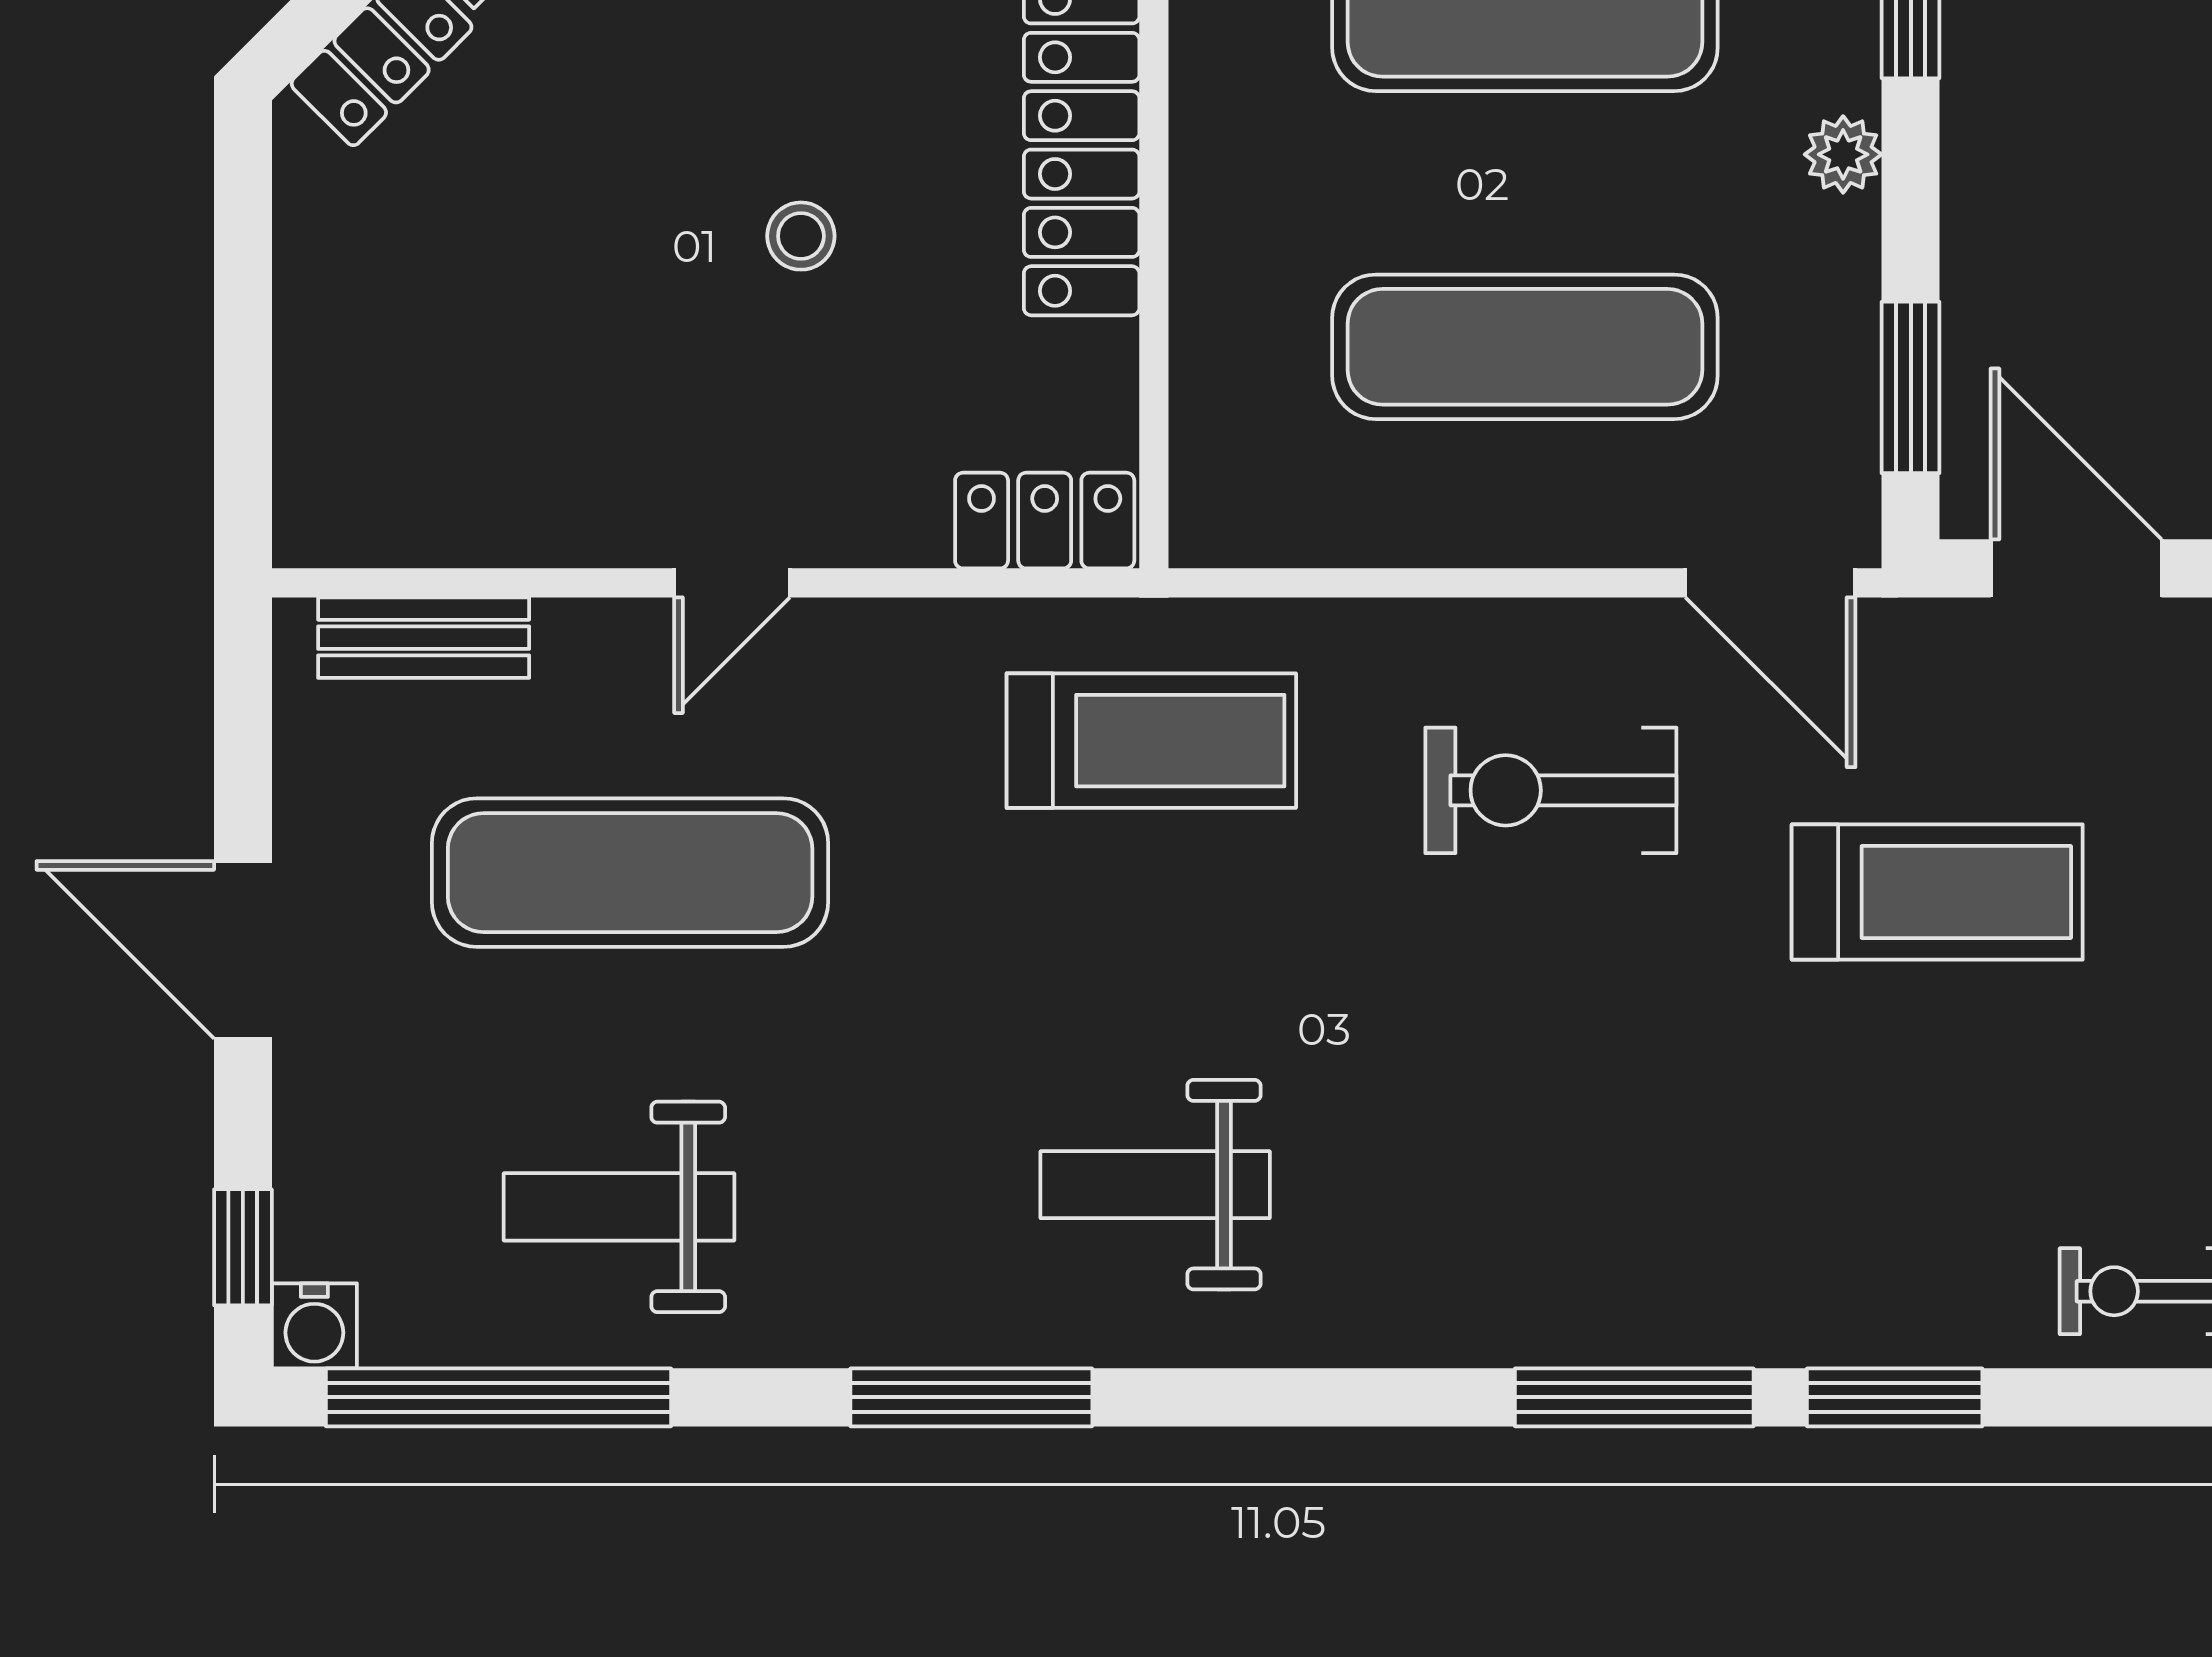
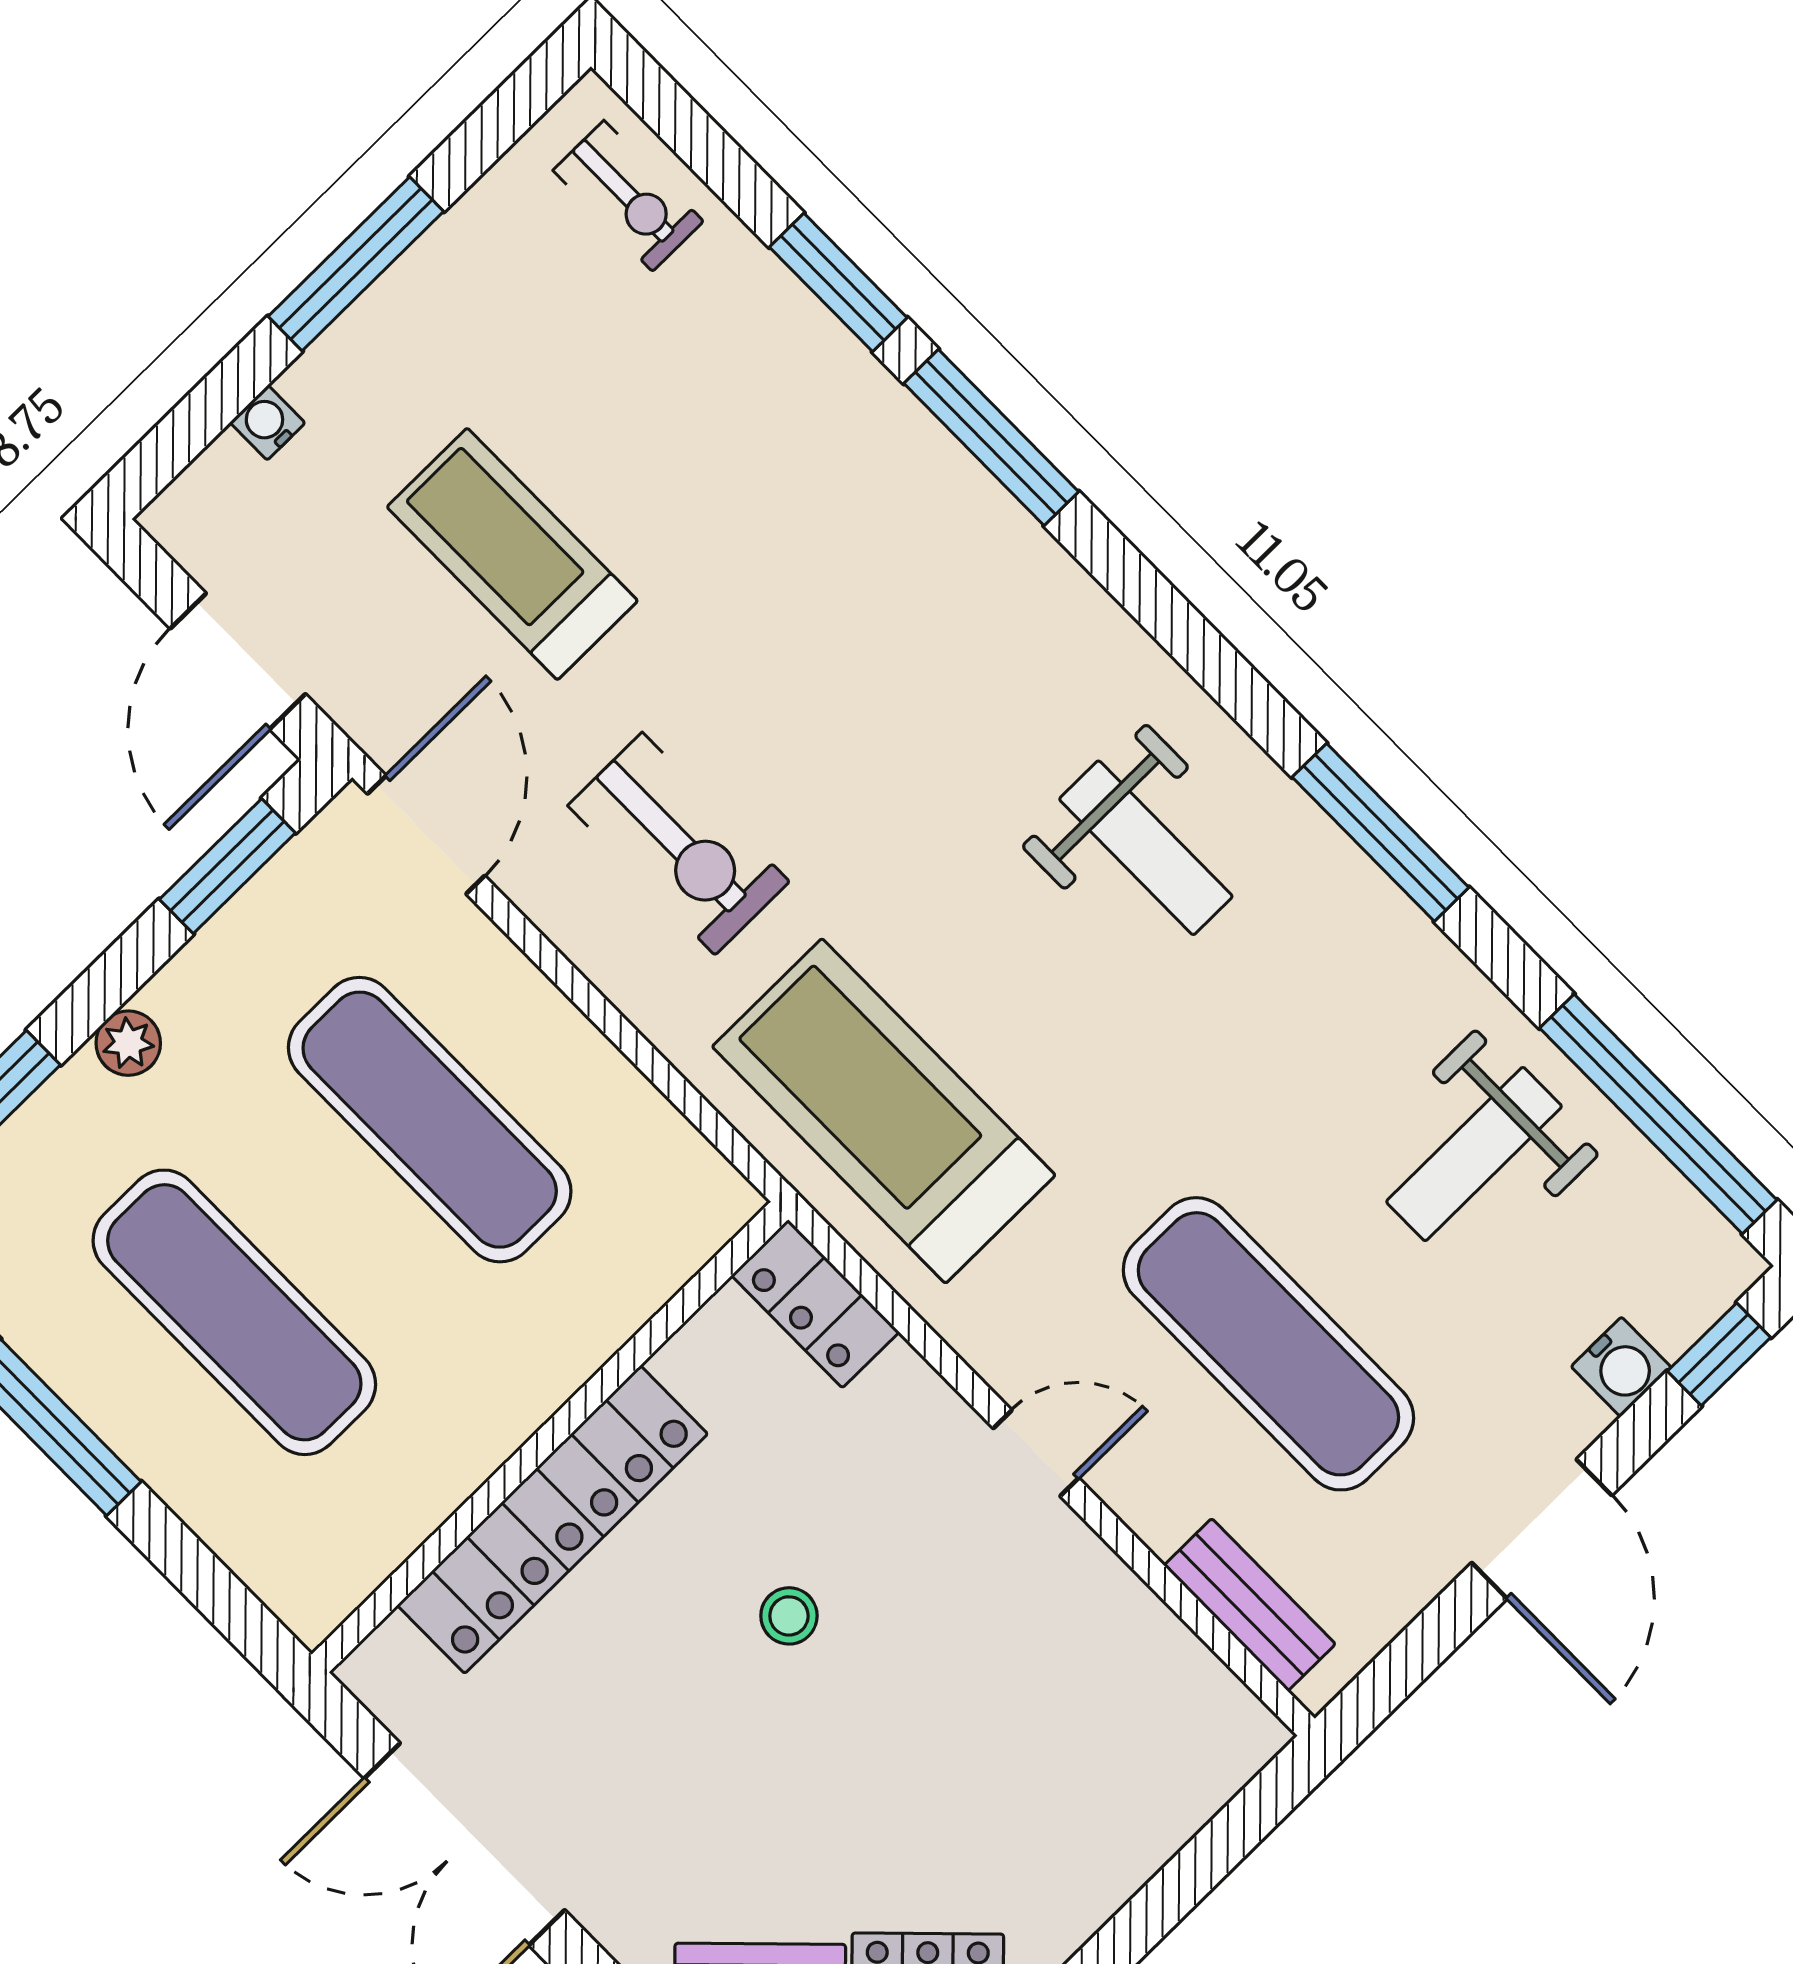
treadmill: (1151, 741) -> (884, 1111), width x1.37, depth x1.38
weight bench: (619, 1207) -> (1474, 1154), turned 90
water cooler: (314, 1326) -> (1621, 1367), moved, turned 90

